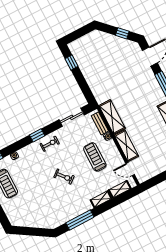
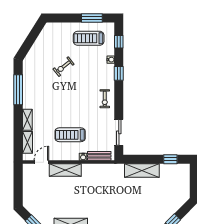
shelving: (112, 117) -> (142, 171), moved
window: (37, 135) -> (119, 73), moved
treadmill: (95, 157) -> (70, 135), turned 180
exercise bike: (64, 177) -> (64, 67), moved

